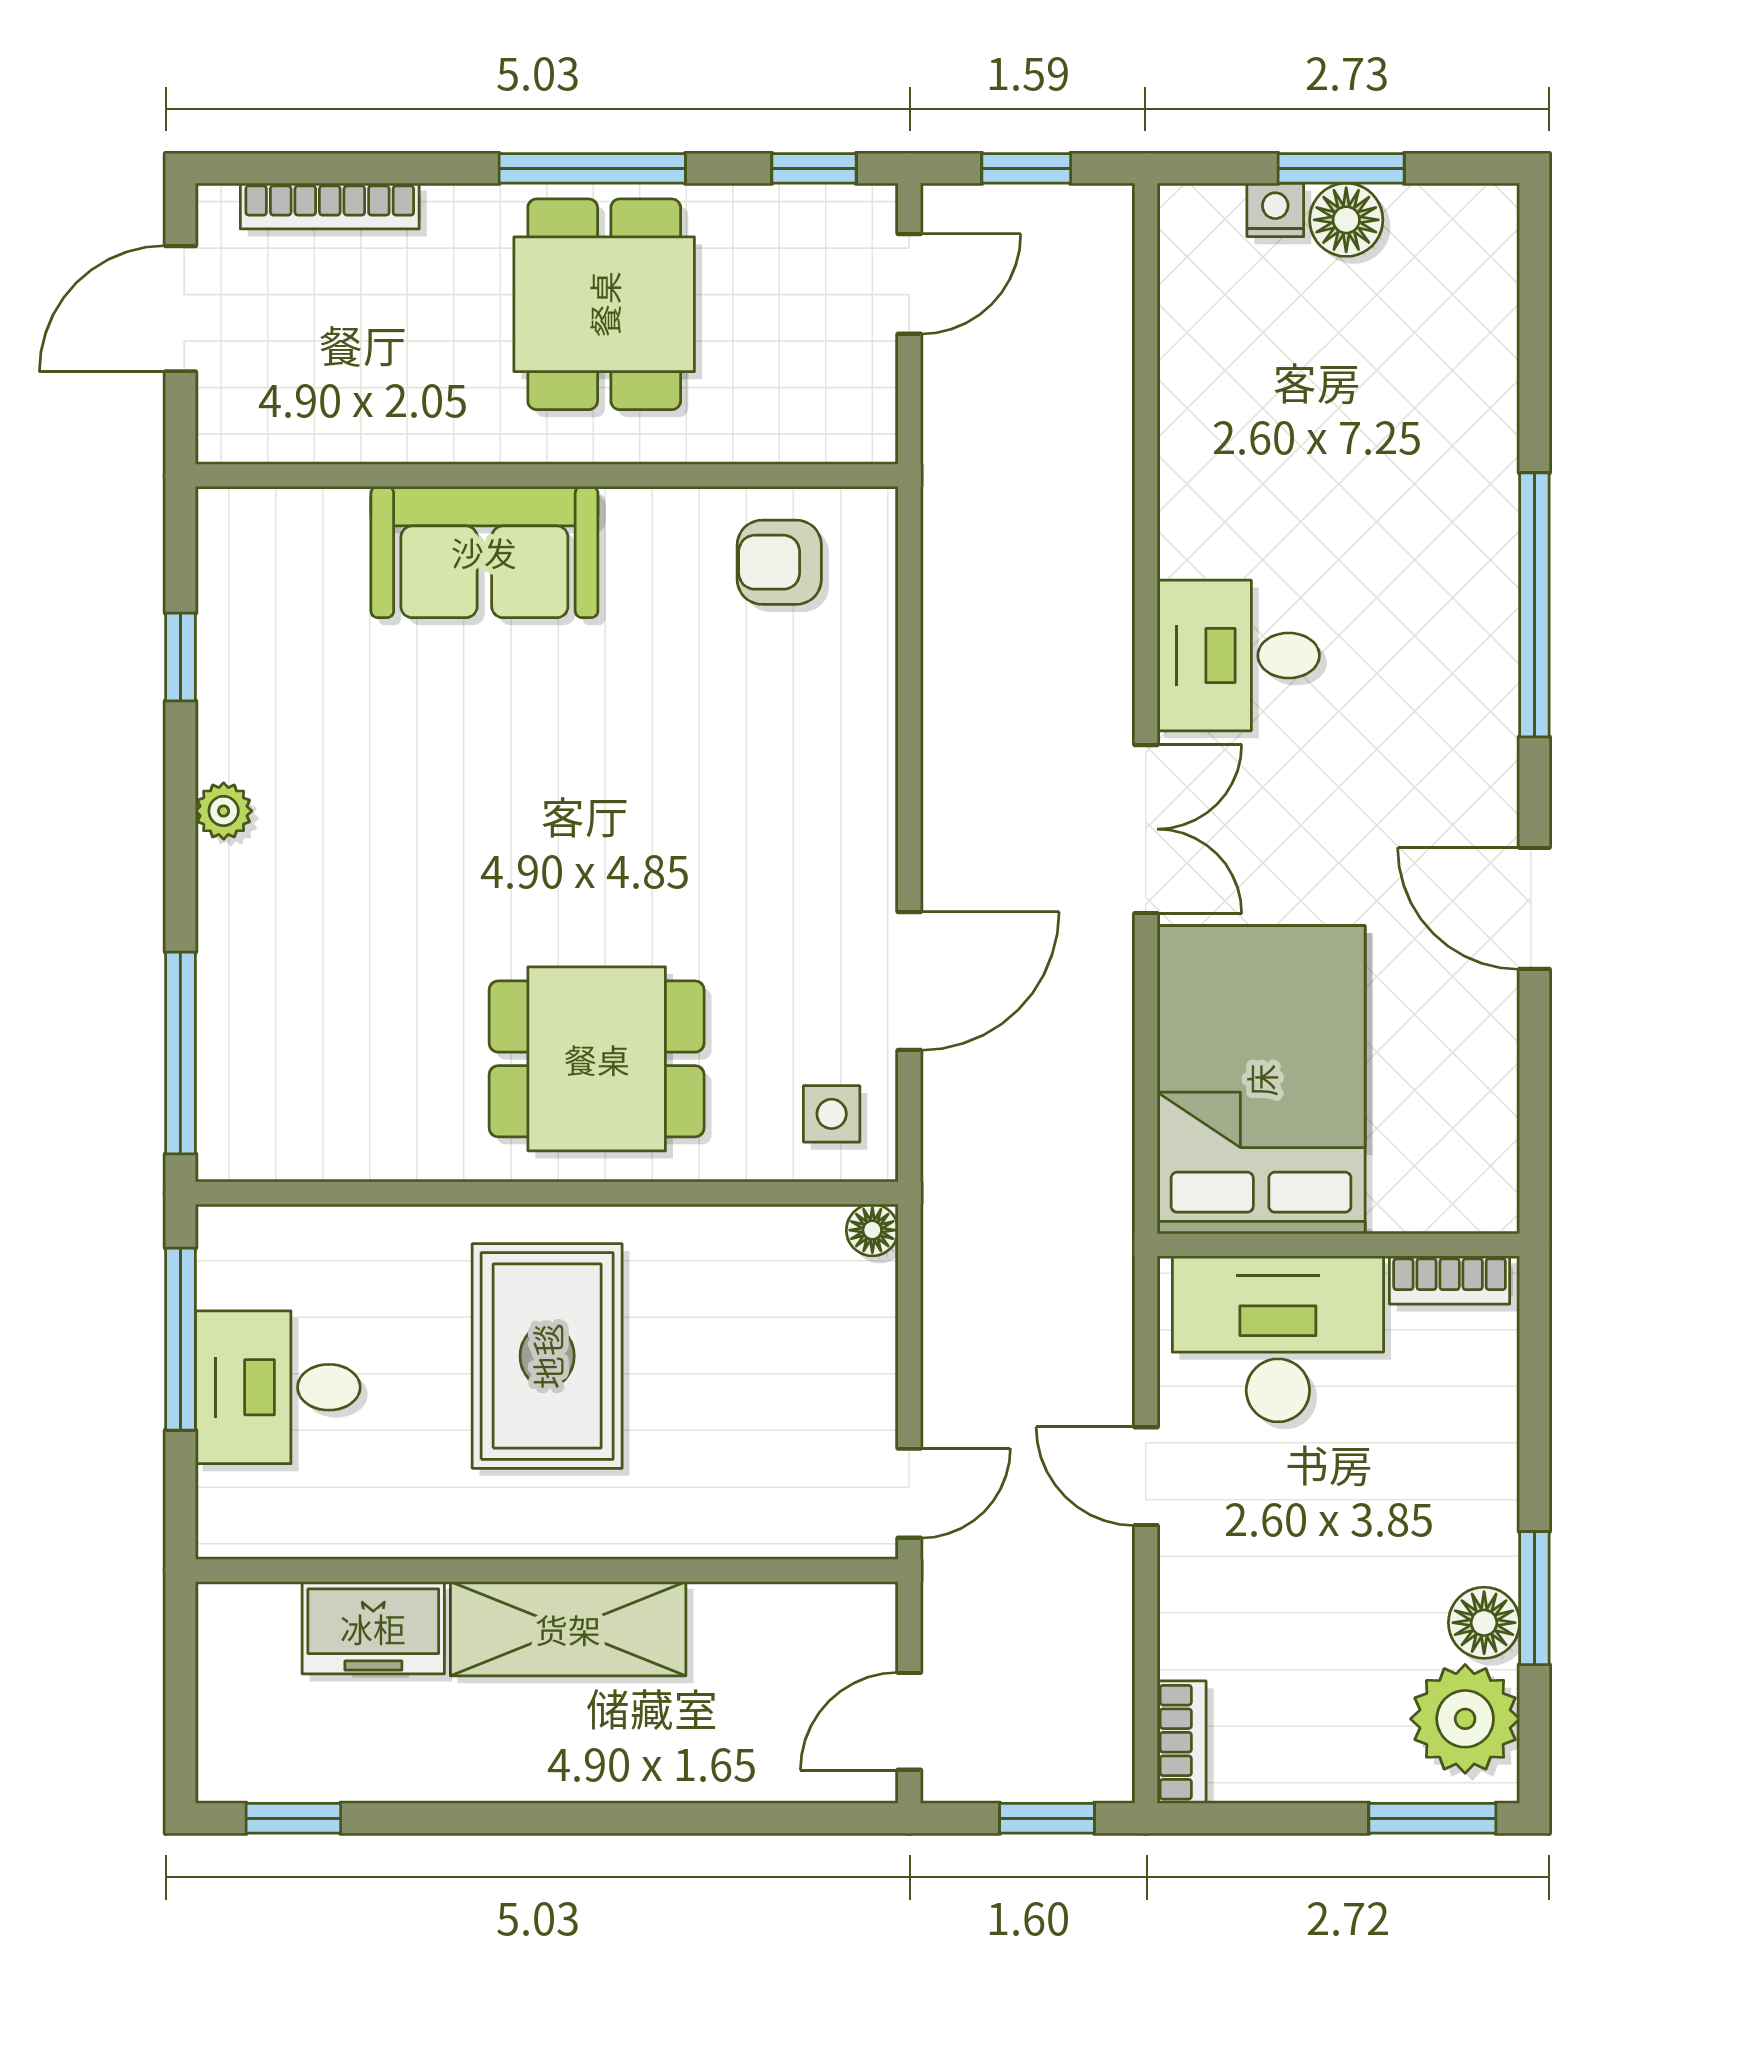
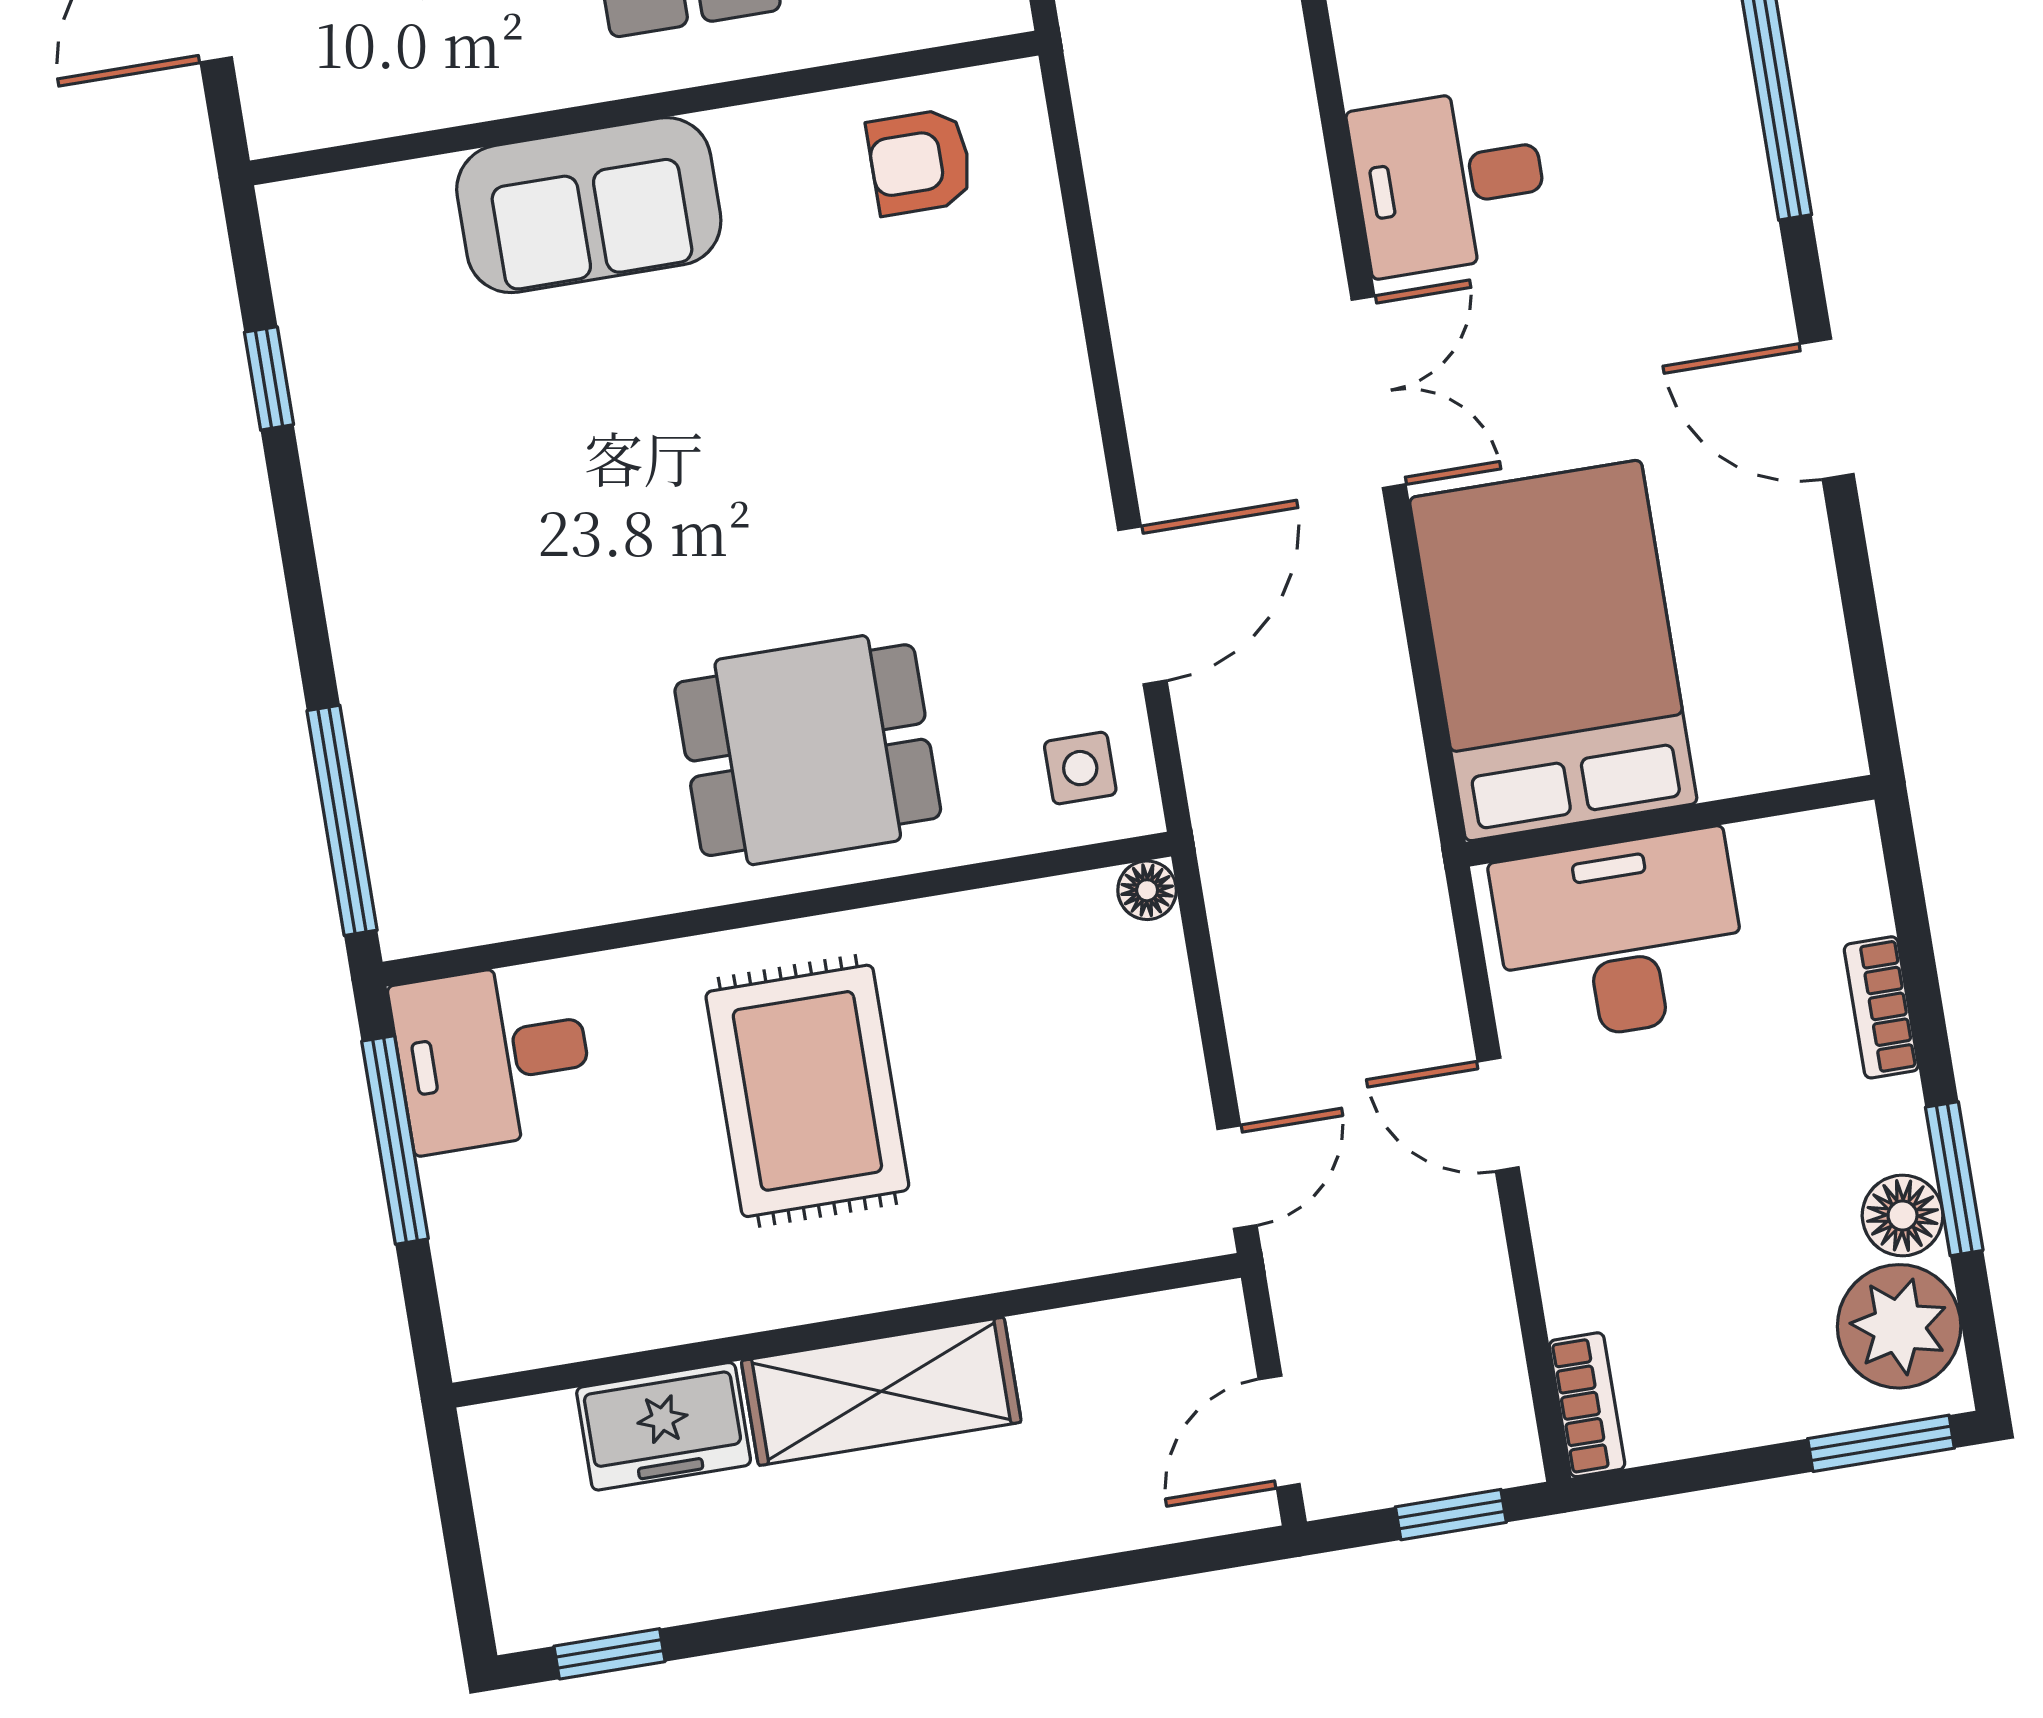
plant: (224, 811) -> (345, 542), removed
bookcase: (1450, 1280) -> (1881, 1007), moved, turned 90
desk: (278, 1387) -> (493, 1057), moved

